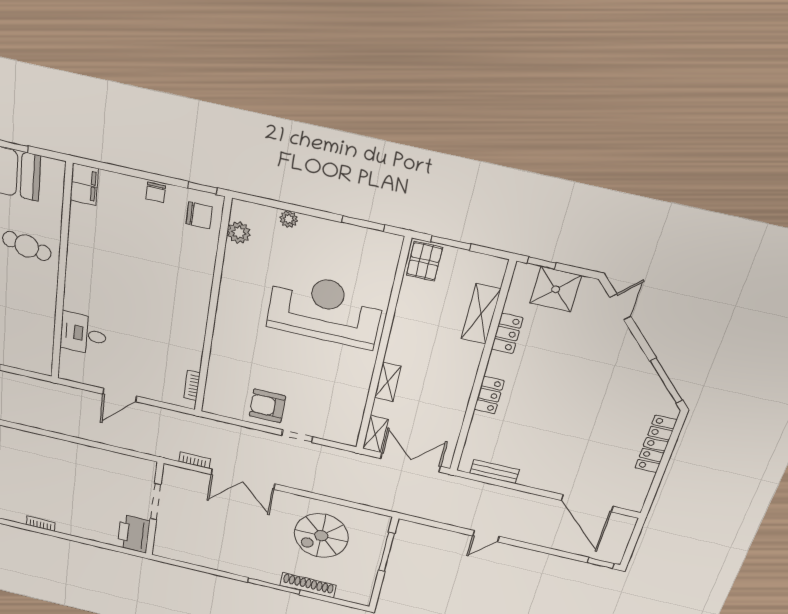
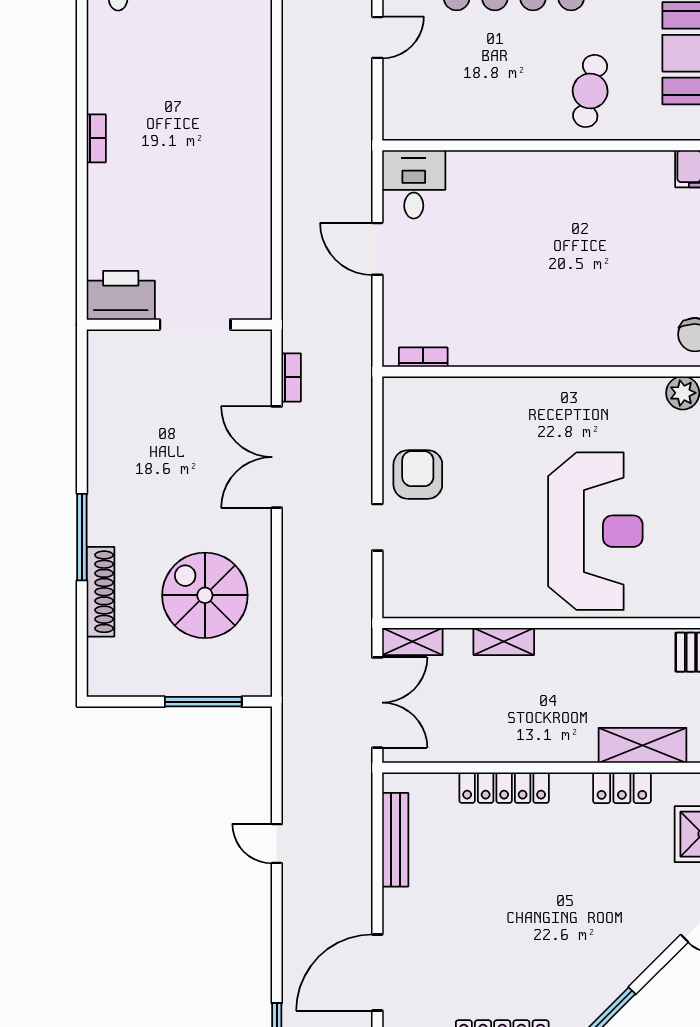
desk: (83, 334) -> (414, 184), moved
locker: (489, 395) -> (504, 788), width x1.53
bench: (495, 472) -> (395, 840), width x1.36

